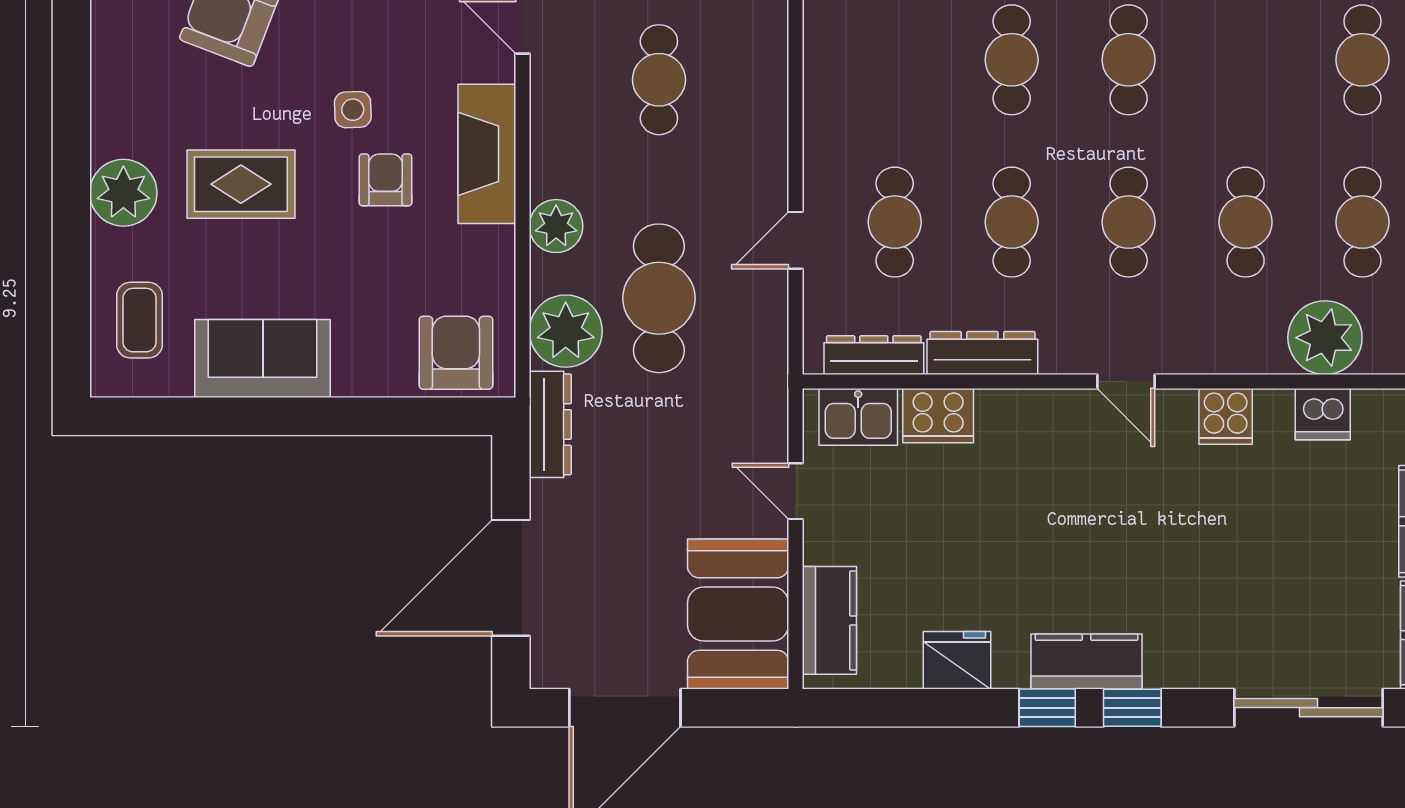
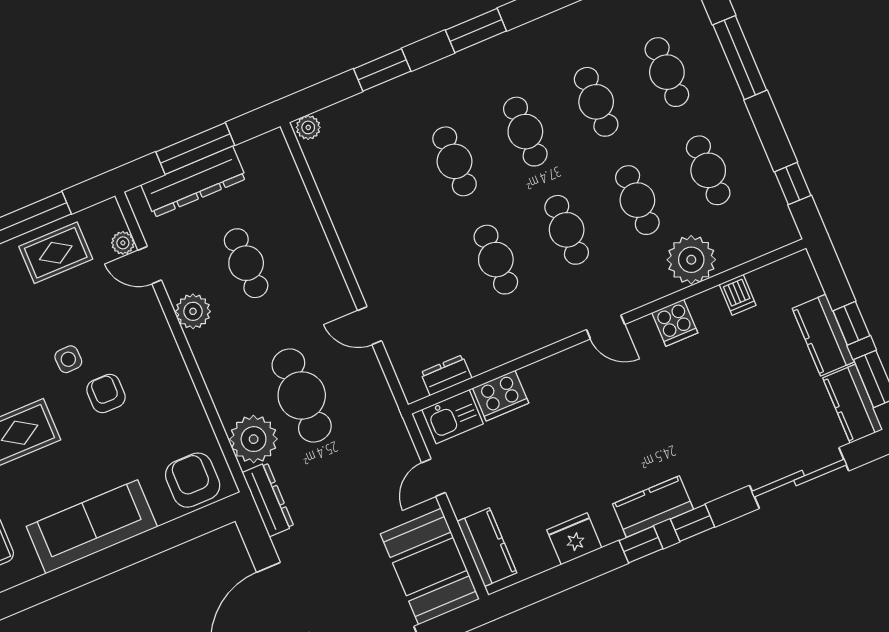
fireplace: (487, 154) -> (161, 352), removed
cafe table: (895, 222) -> (596, 102), moved
plant: (556, 226) -> (193, 311), moved
door: (795, 240) -> (370, 326), hinge flipped
plant: (1325, 338) -> (691, 260), moved
dresser: (982, 353) -> (511, 346), removed
dresser: (874, 355) -> (446, 375), width x0.70
sofa: (263, 359) -> (92, 527), width x1.36
dishwasher: (1323, 414) -> (738, 295), width x0.73
door: (795, 491) -> (433, 478), hinge flipped

